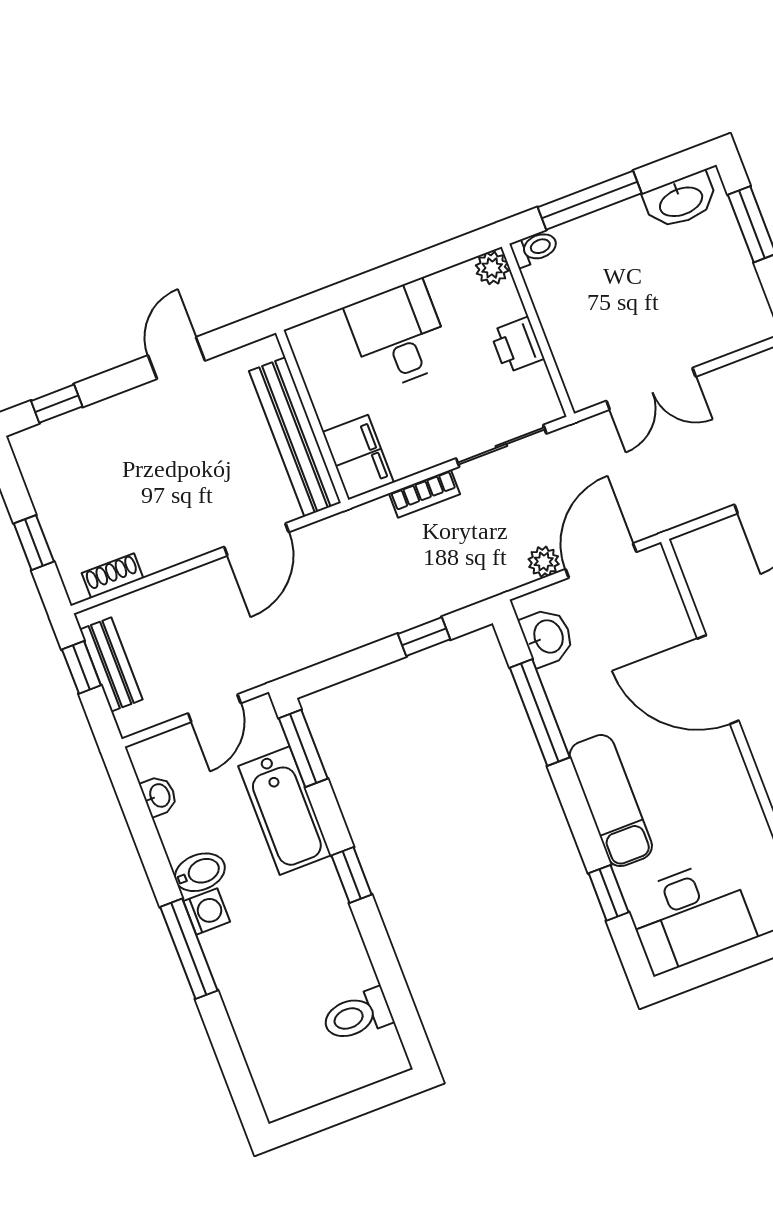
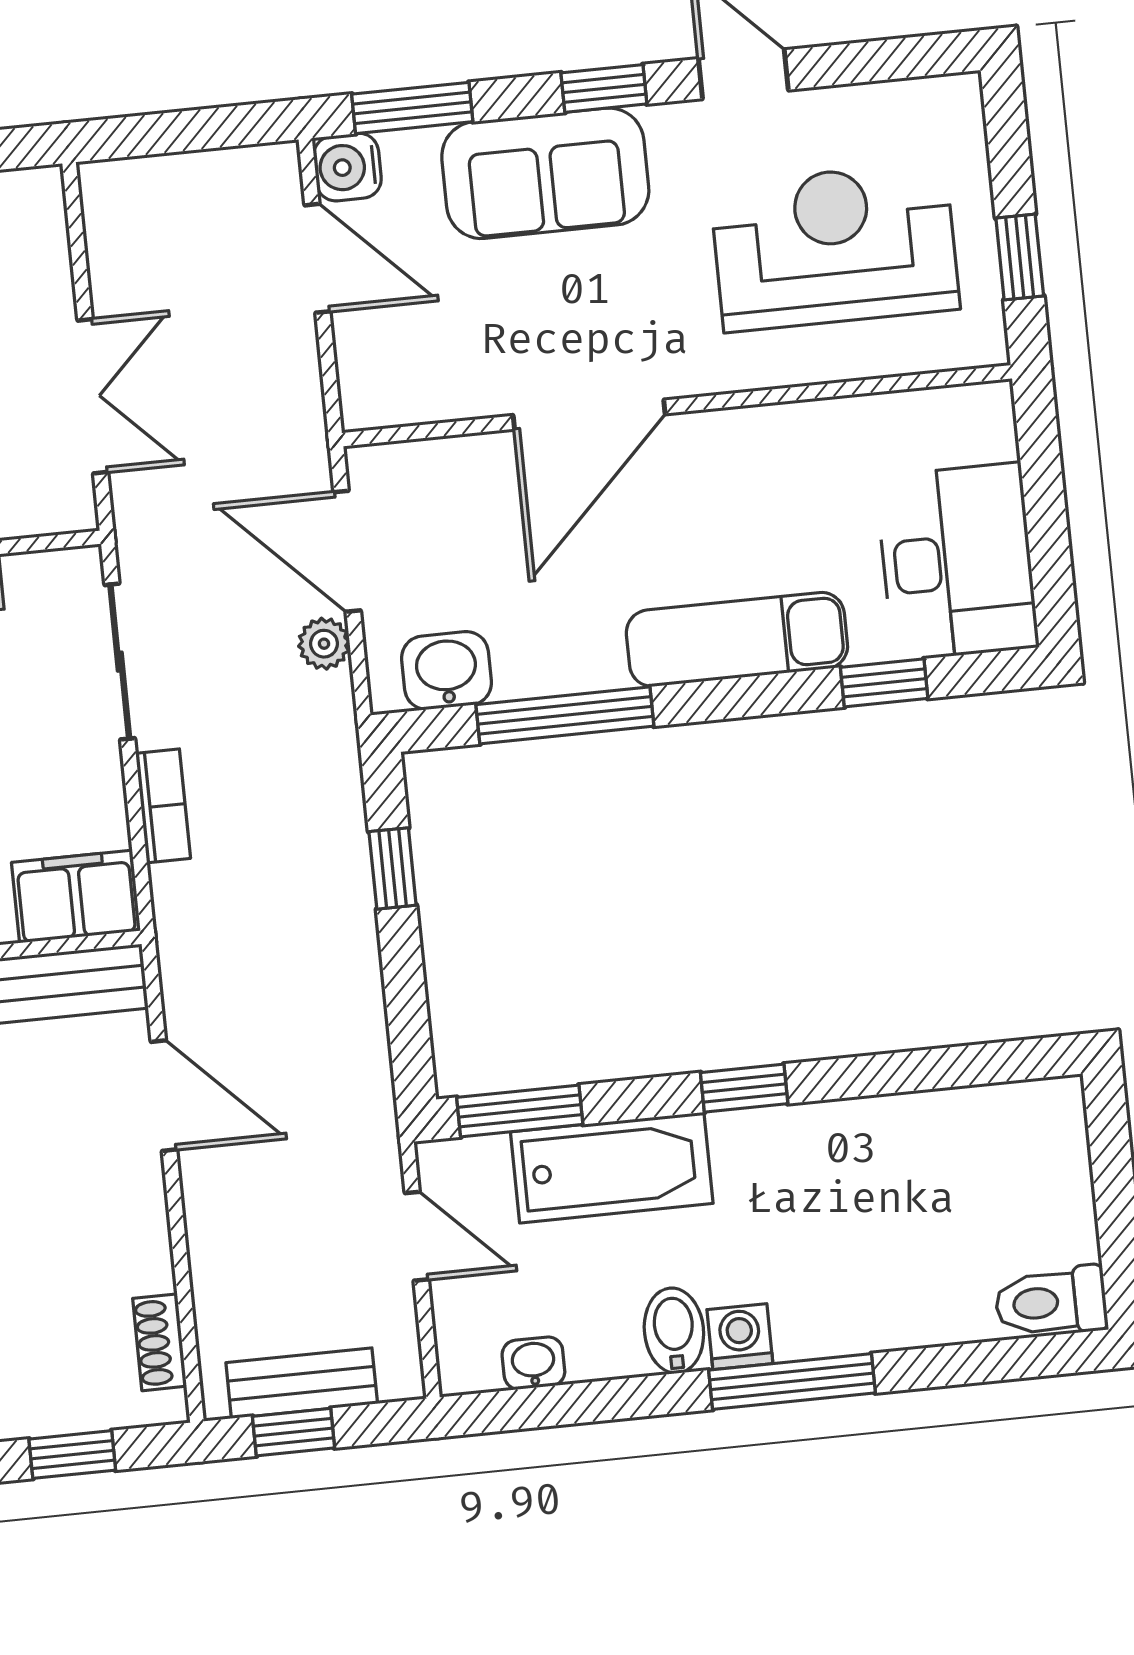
toilet: (357, 1015) -> (1051, 1302), moved, turned 90

